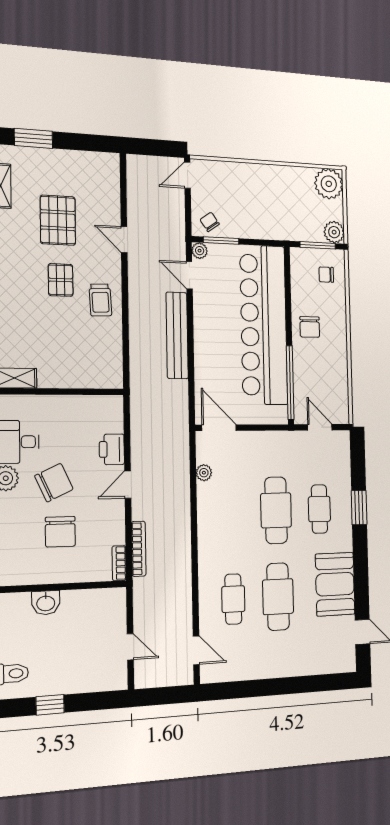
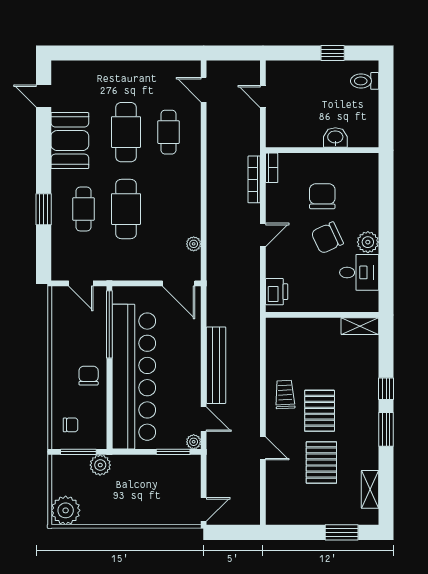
chair: (210, 222) -> (184, 468), removed
plant: (334, 232) -> (100, 465), moved
pallet: (61, 280) -> (320, 411), width x1.50, depth x1.42
printer: (112, 449) -> (277, 292), moved

